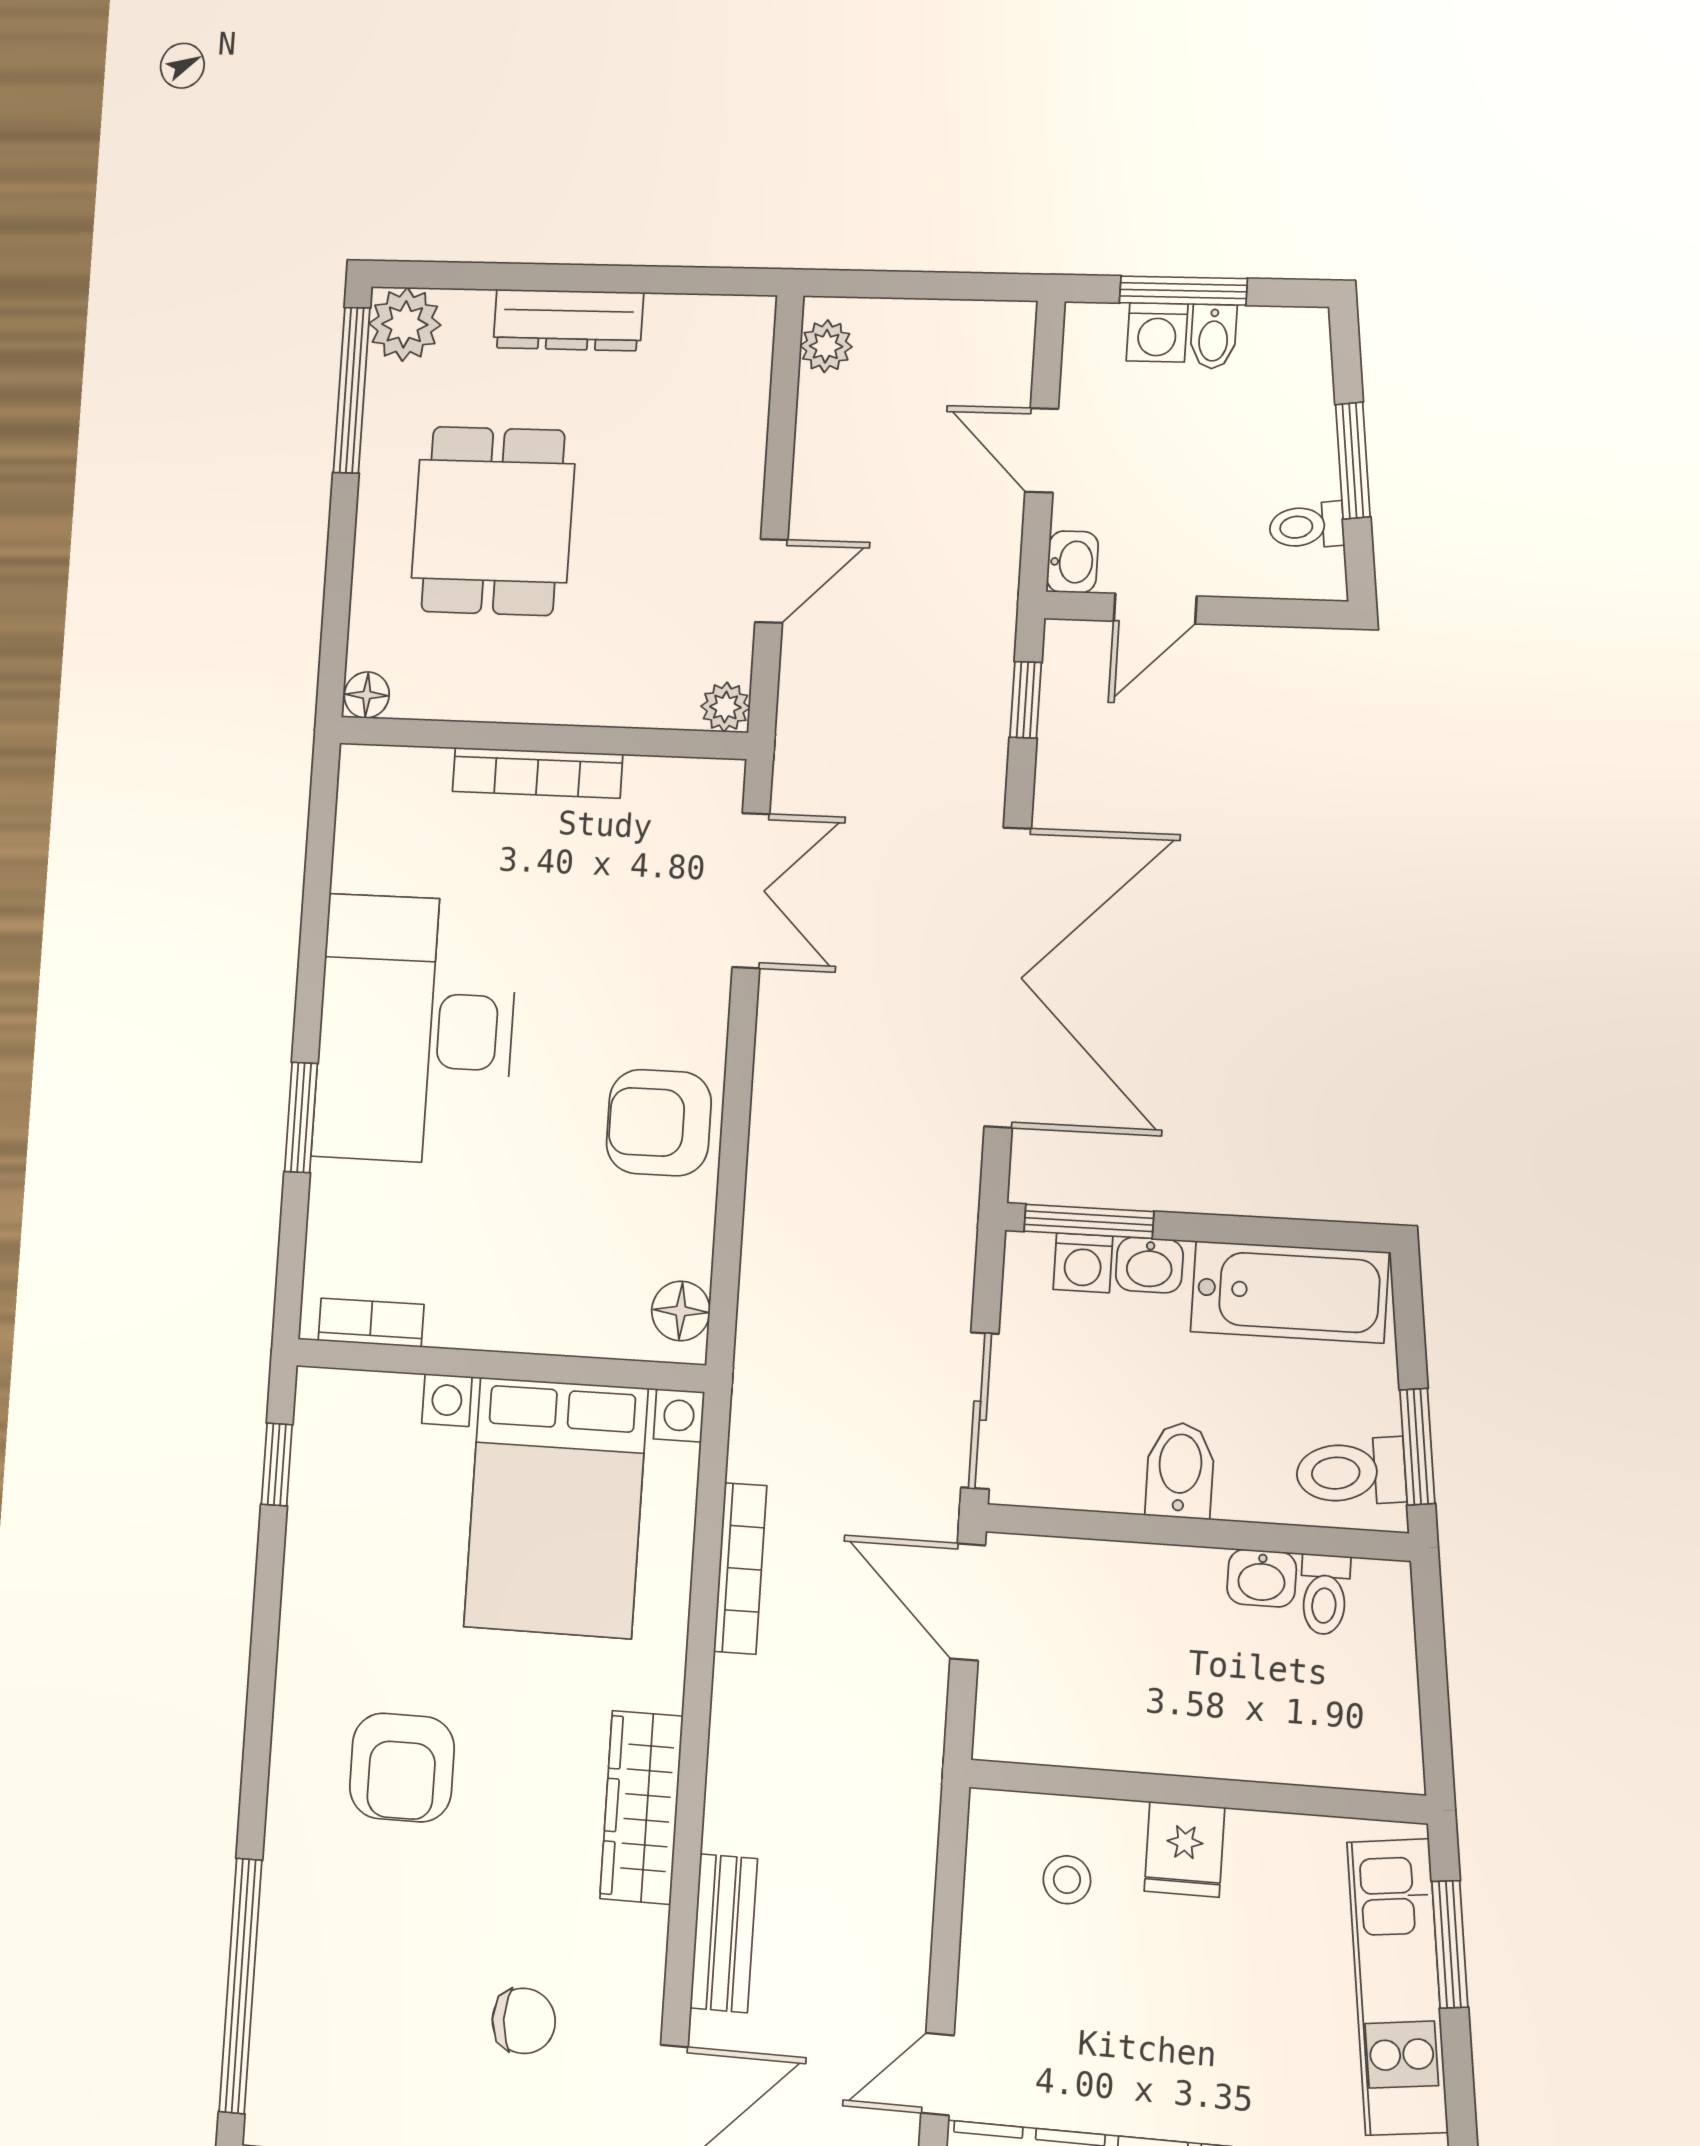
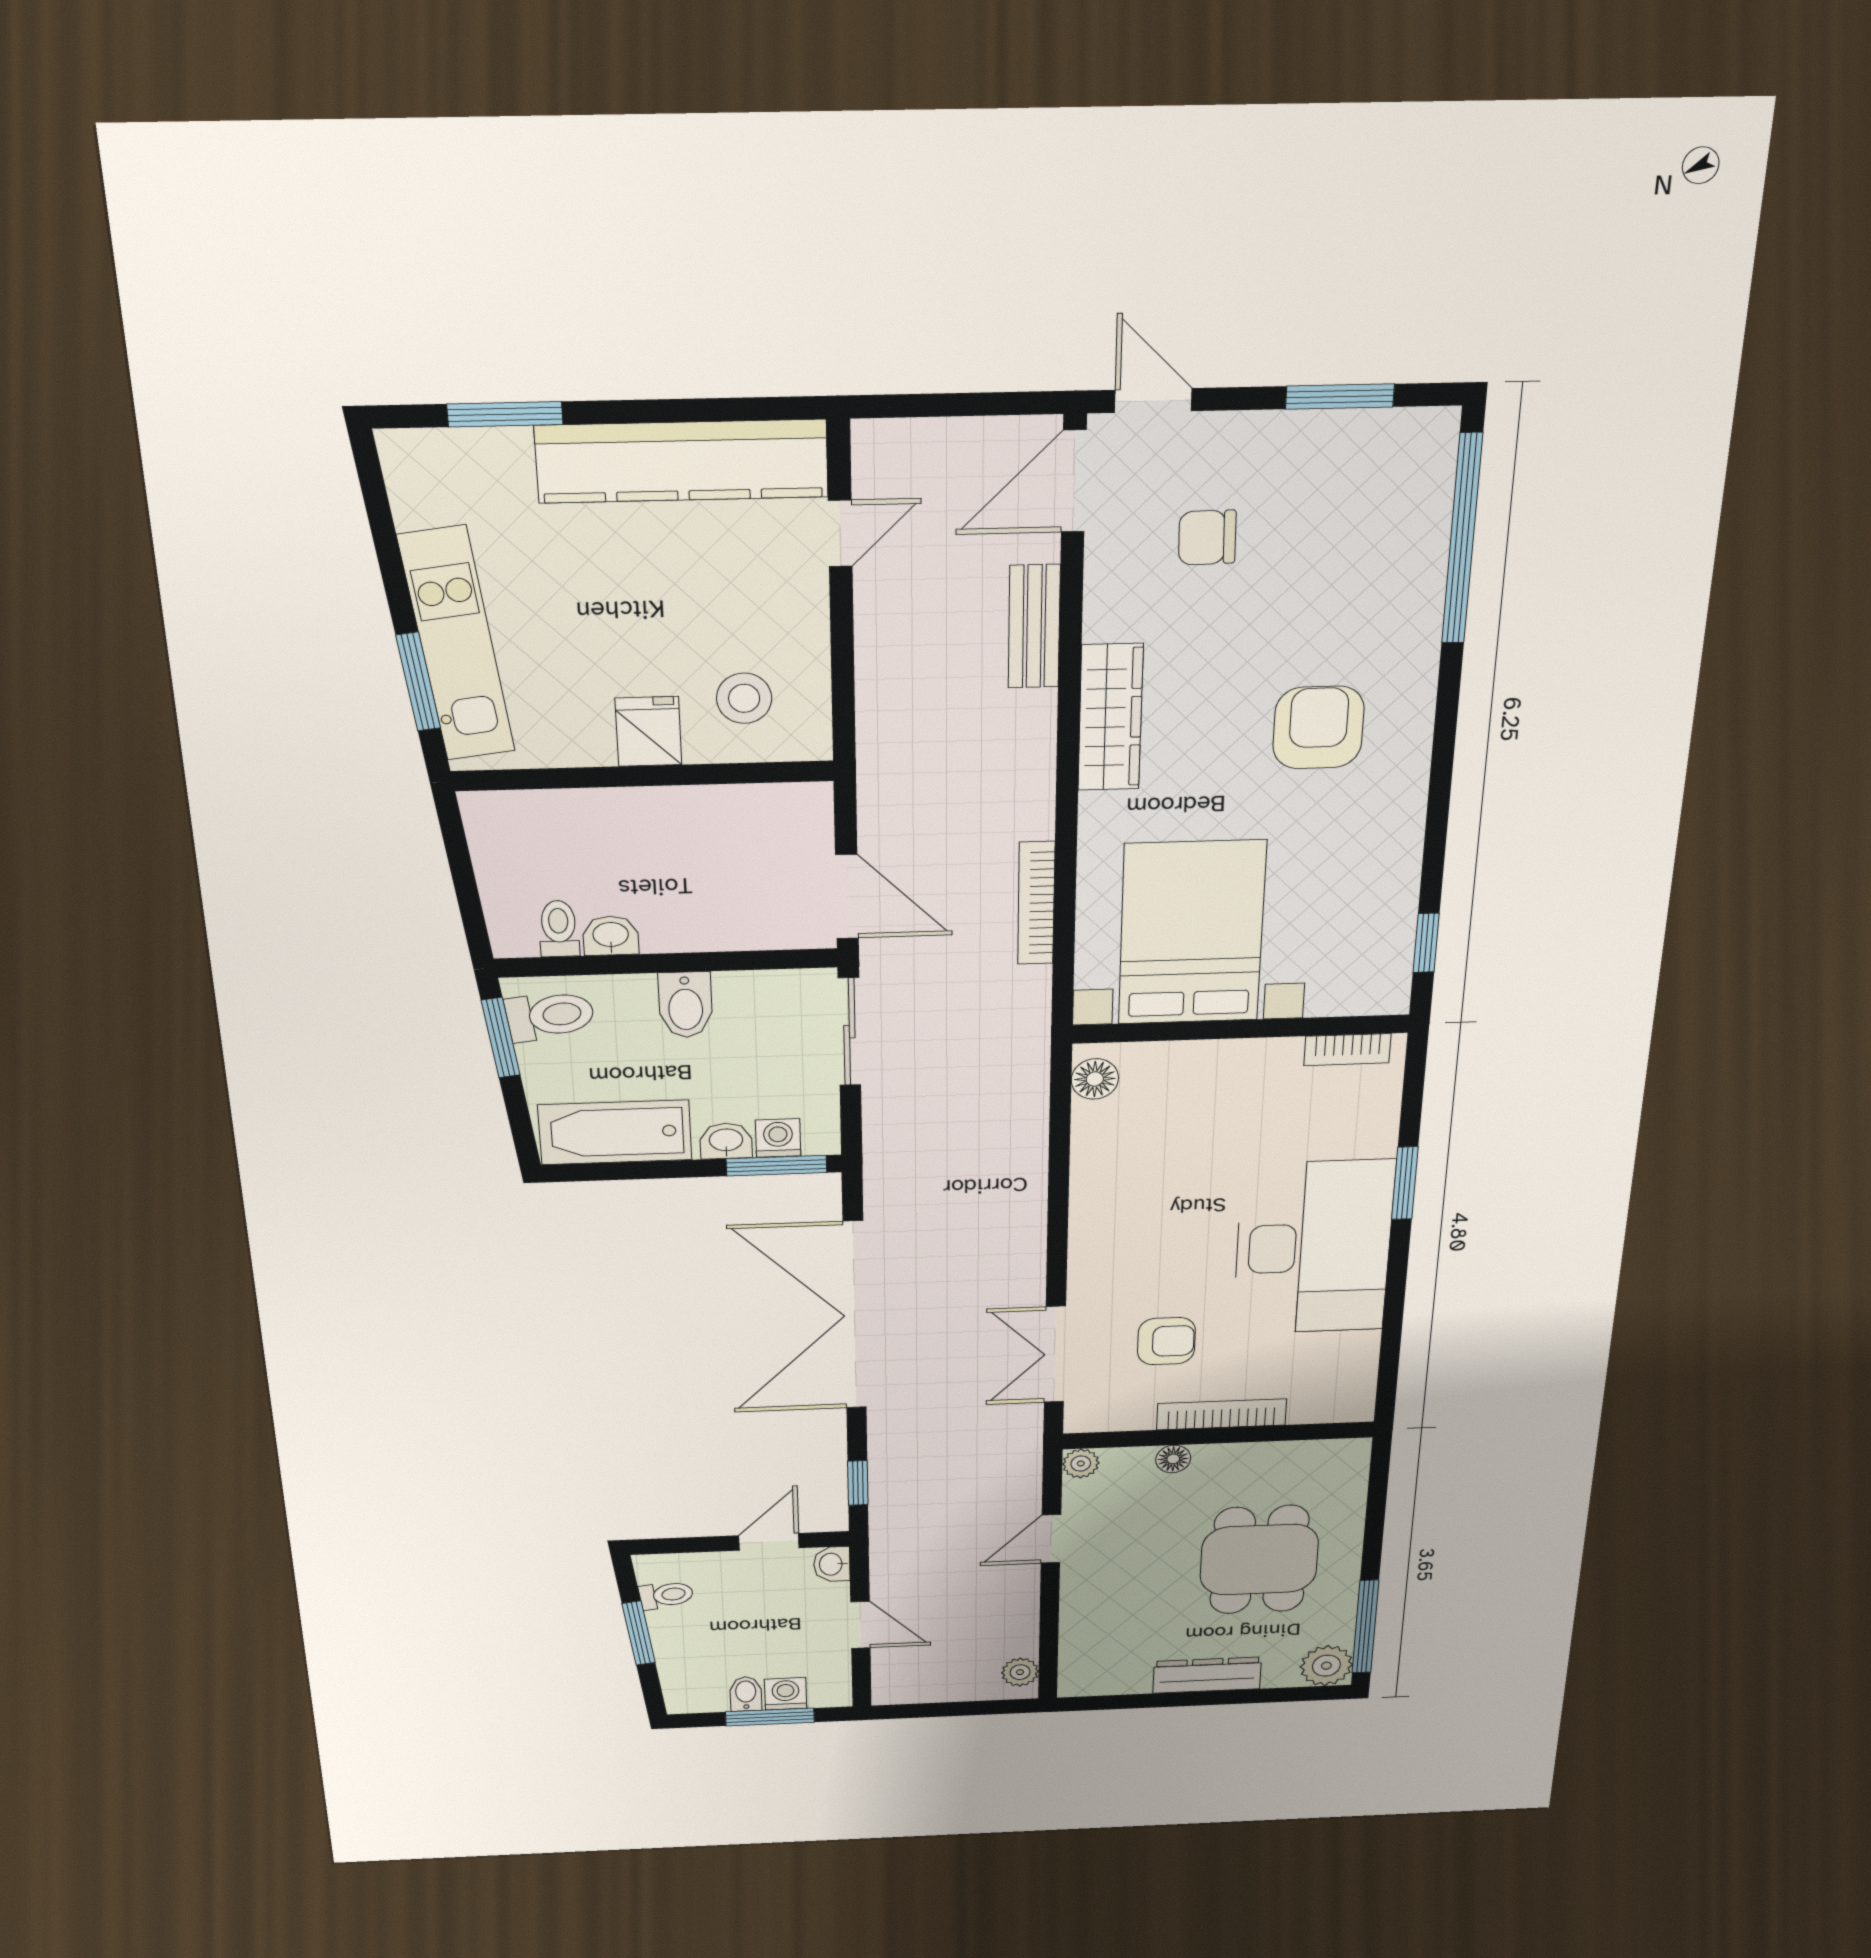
floor lamp: (367, 695) -> (1173, 1459), moved
armchair: (659, 1123) -> (1166, 1341), moved, width x0.72, depth x0.72
stool: (1067, 1880) -> (744, 698), width x1.37, depth x1.37

